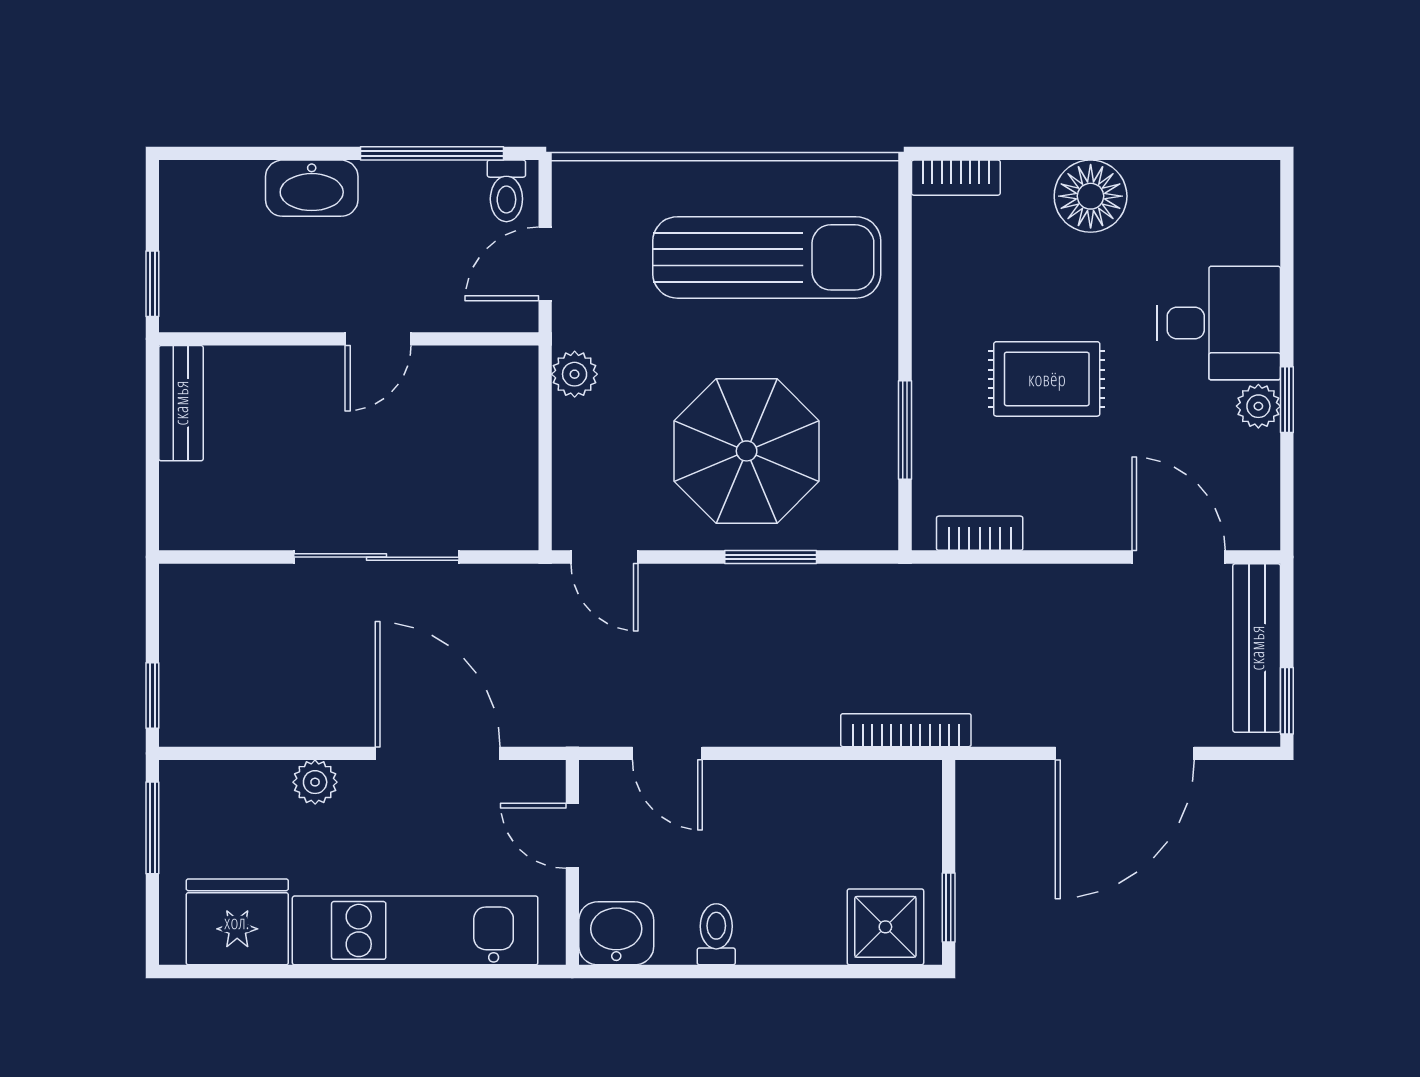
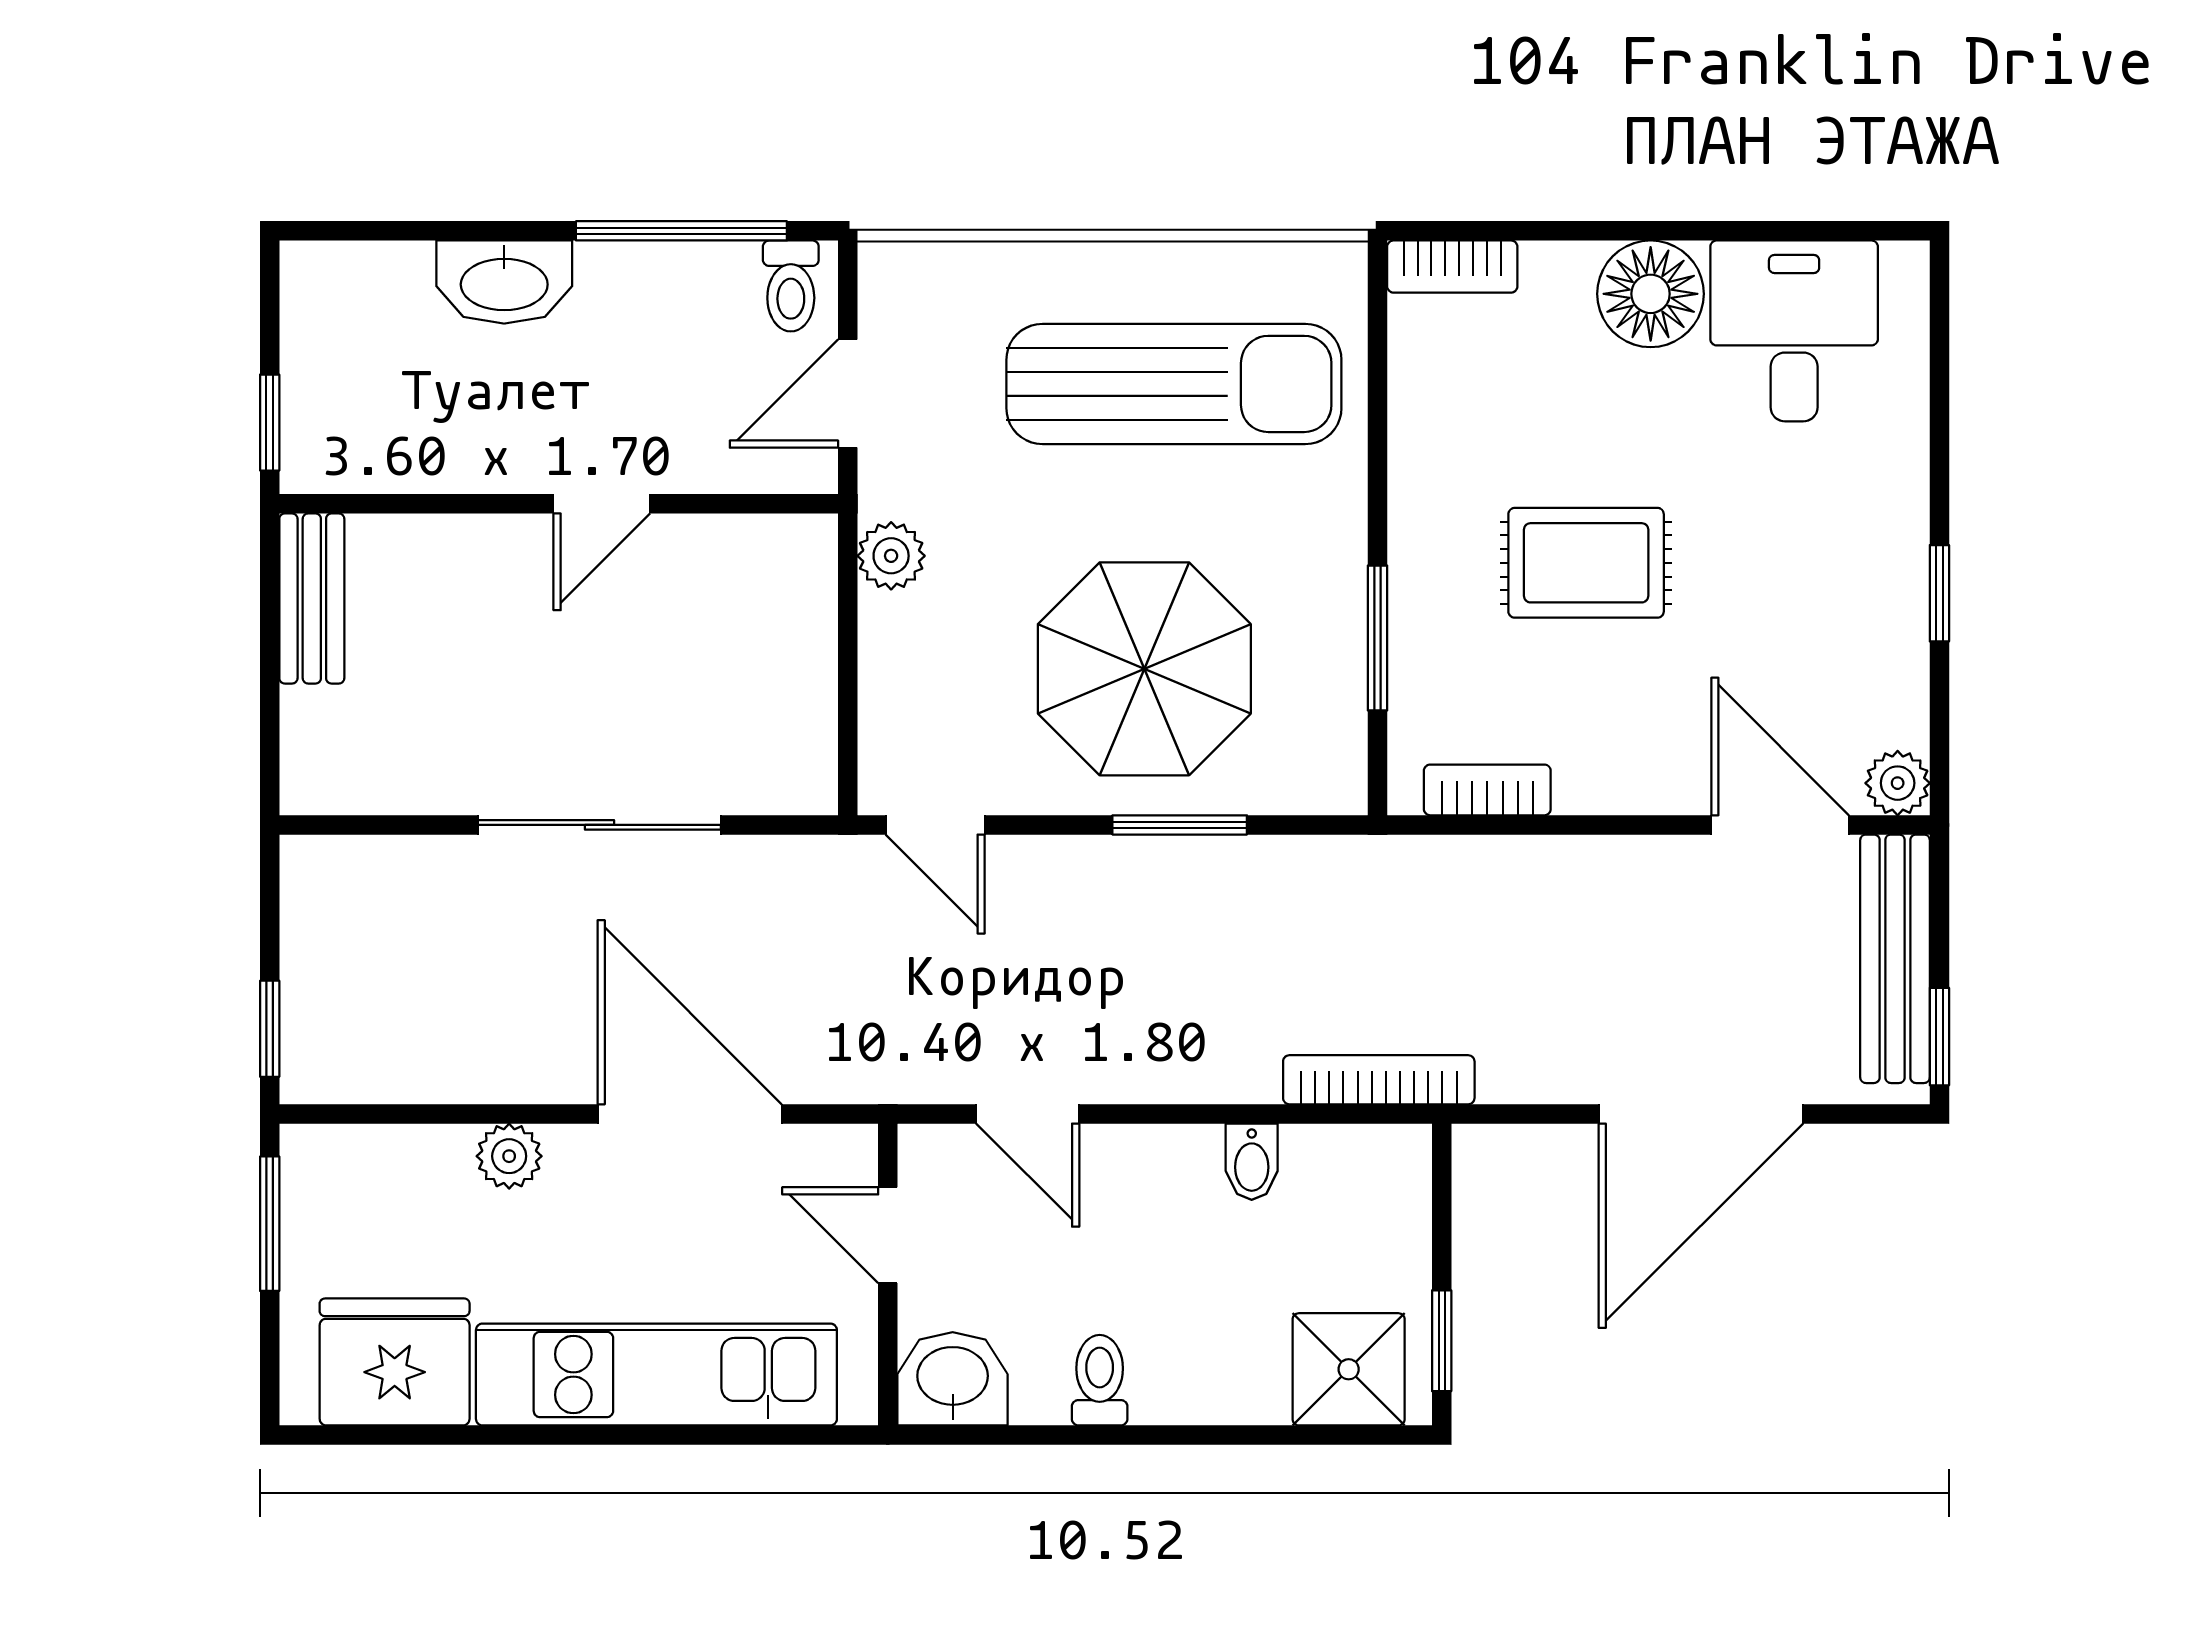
desk: (1219, 323) -> (1794, 331), moved, turned -90
plant: (1258, 406) -> (1898, 783), moved
bidet: (820, 786) -> (1252, 1162), added

